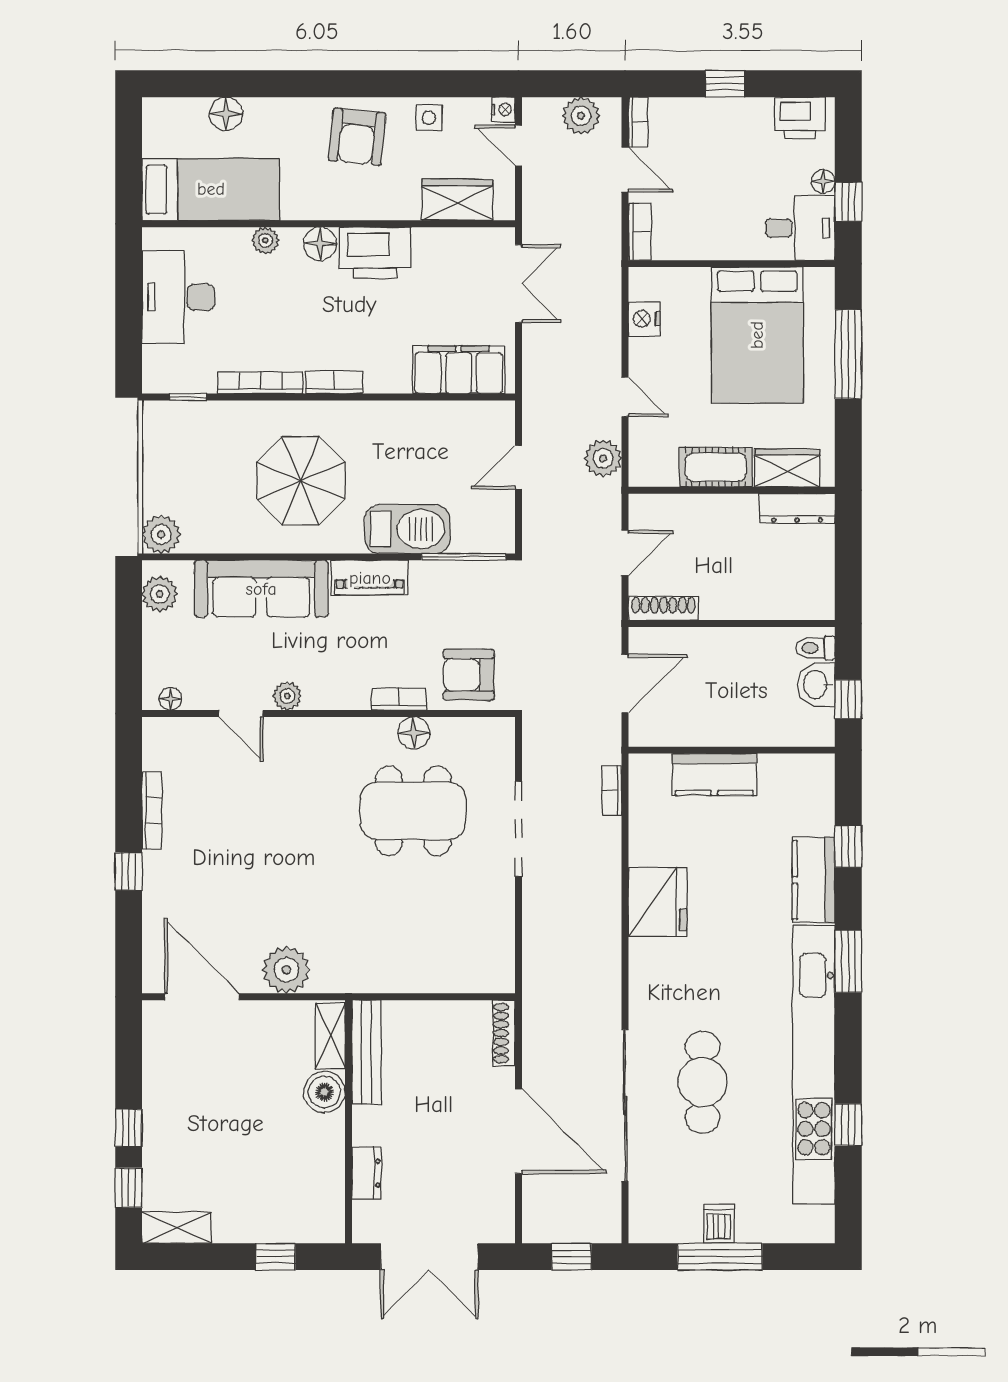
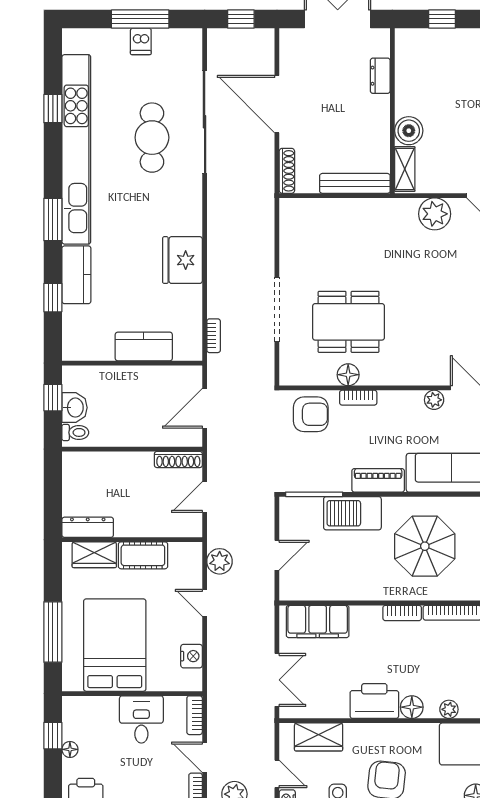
desk: (800, 228) -> (141, 719), moved, turned 90
double door: (518, 284) -> (277, 680), swing flipped
bench: (366, 1052) -> (355, 183), moved, turned 90

